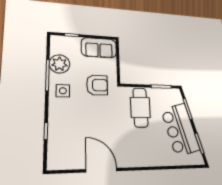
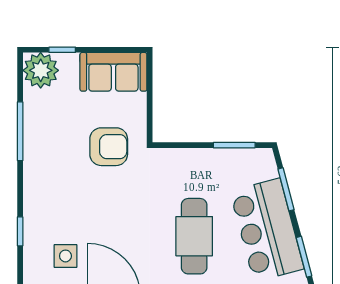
plant: (59, 64) -> (41, 70), moved
side table: (63, 91) -> (65, 256), moved
cafe table: (140, 107) -> (194, 236), moved

